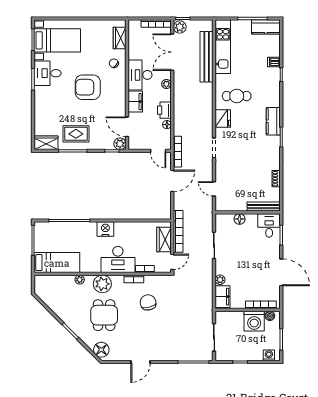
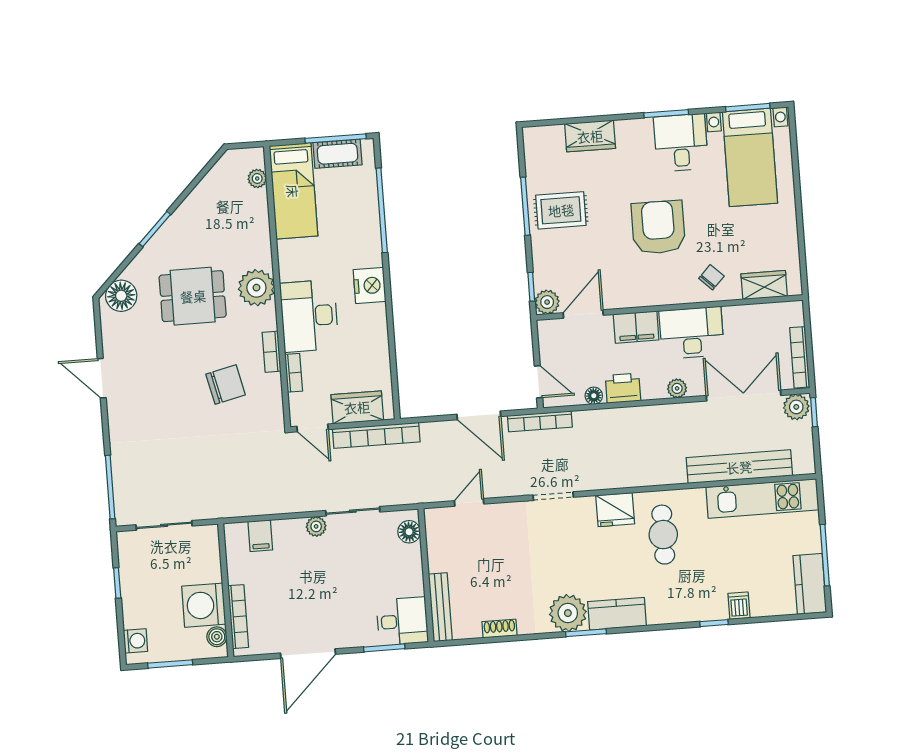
rug: (76, 134) -> (561, 210), turned 90
wardrobe: (46, 143) -> (590, 136), moved, turned 90
plant: (271, 145) -> (568, 613), added
door: (158, 151) -> (538, 382), swing flipped
floor lamp: (240, 219) -> (409, 532), moved
cot: (40, 240) -> (338, 154), added
plant: (80, 280) -> (257, 178), moved
plant: (220, 280) -> (316, 526), moved
filing cabinet: (223, 297) -> (260, 536), width x0.50

